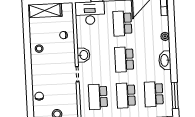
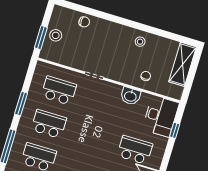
washbasin: (83, 55) -> (130, 96), moved
school desk: (124, 59) -> (92, 137), removed

